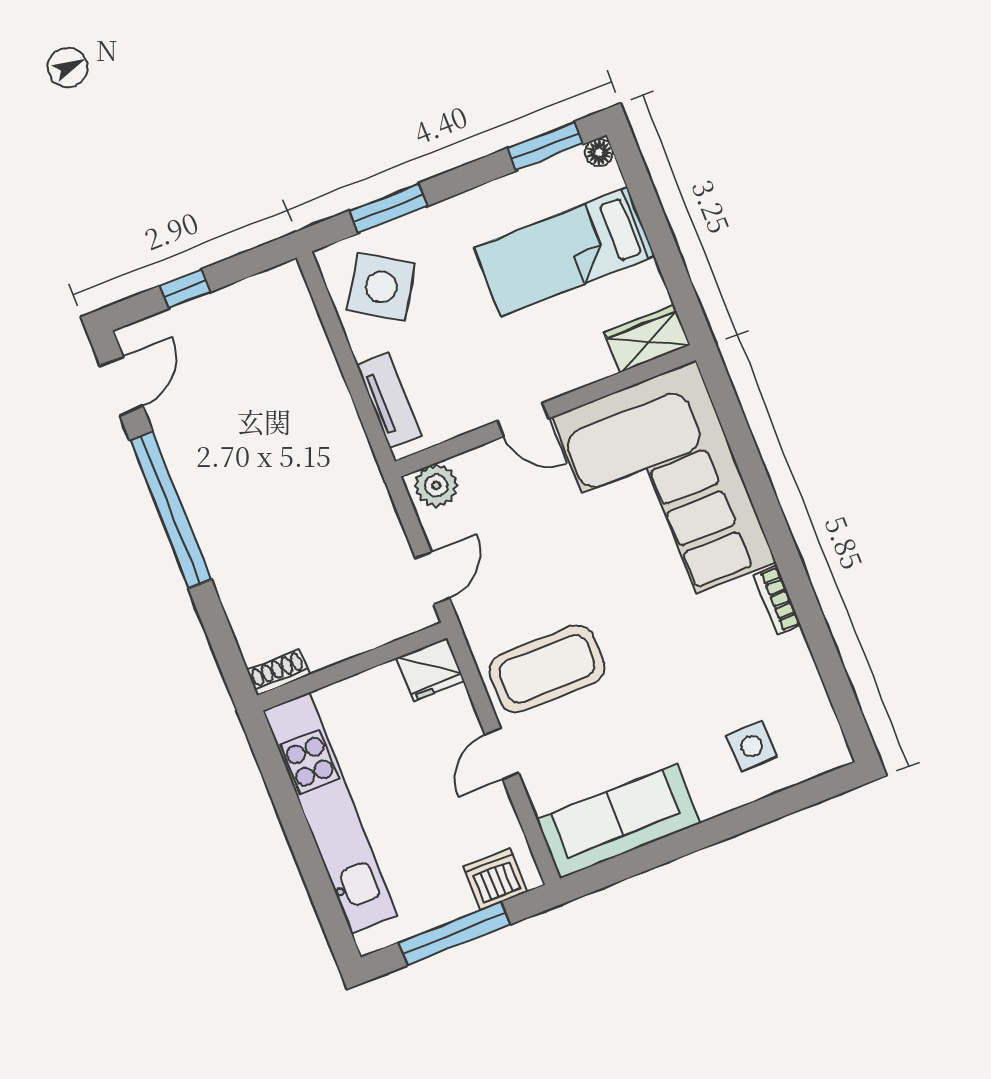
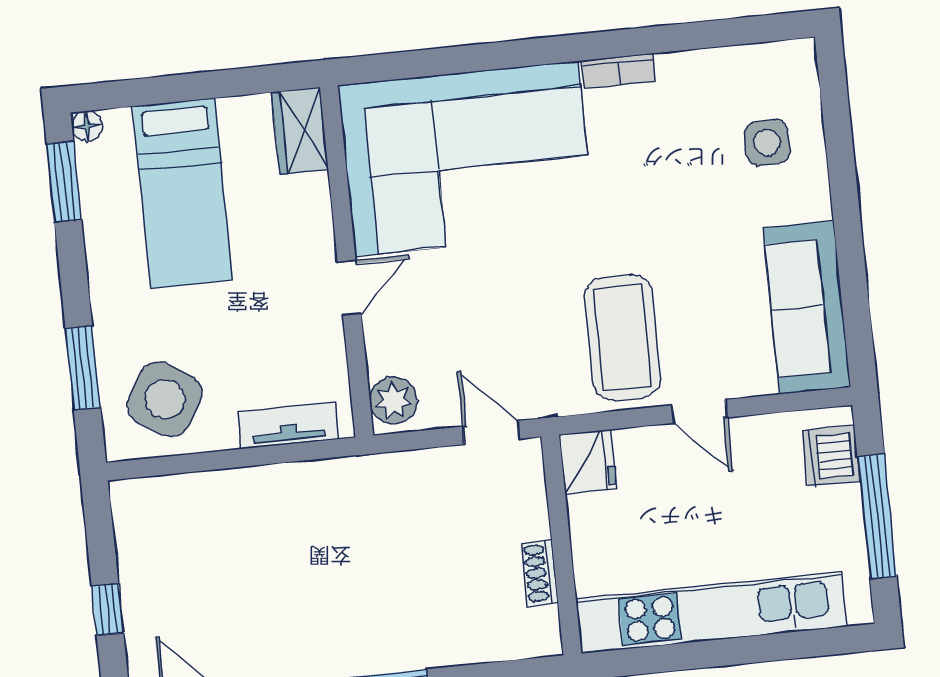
shoe rack: (278, 673) -> (540, 573), moved

